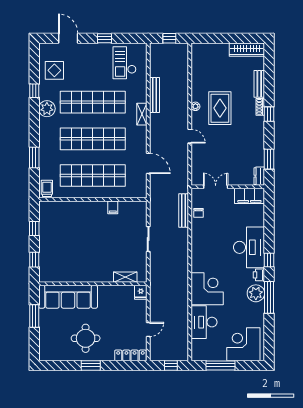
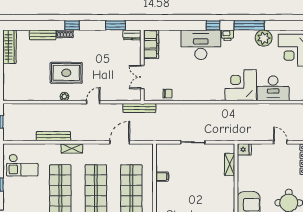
bench: (184, 210) -> (139, 108), moved
plant: (256, 293) -> (264, 38), moved

